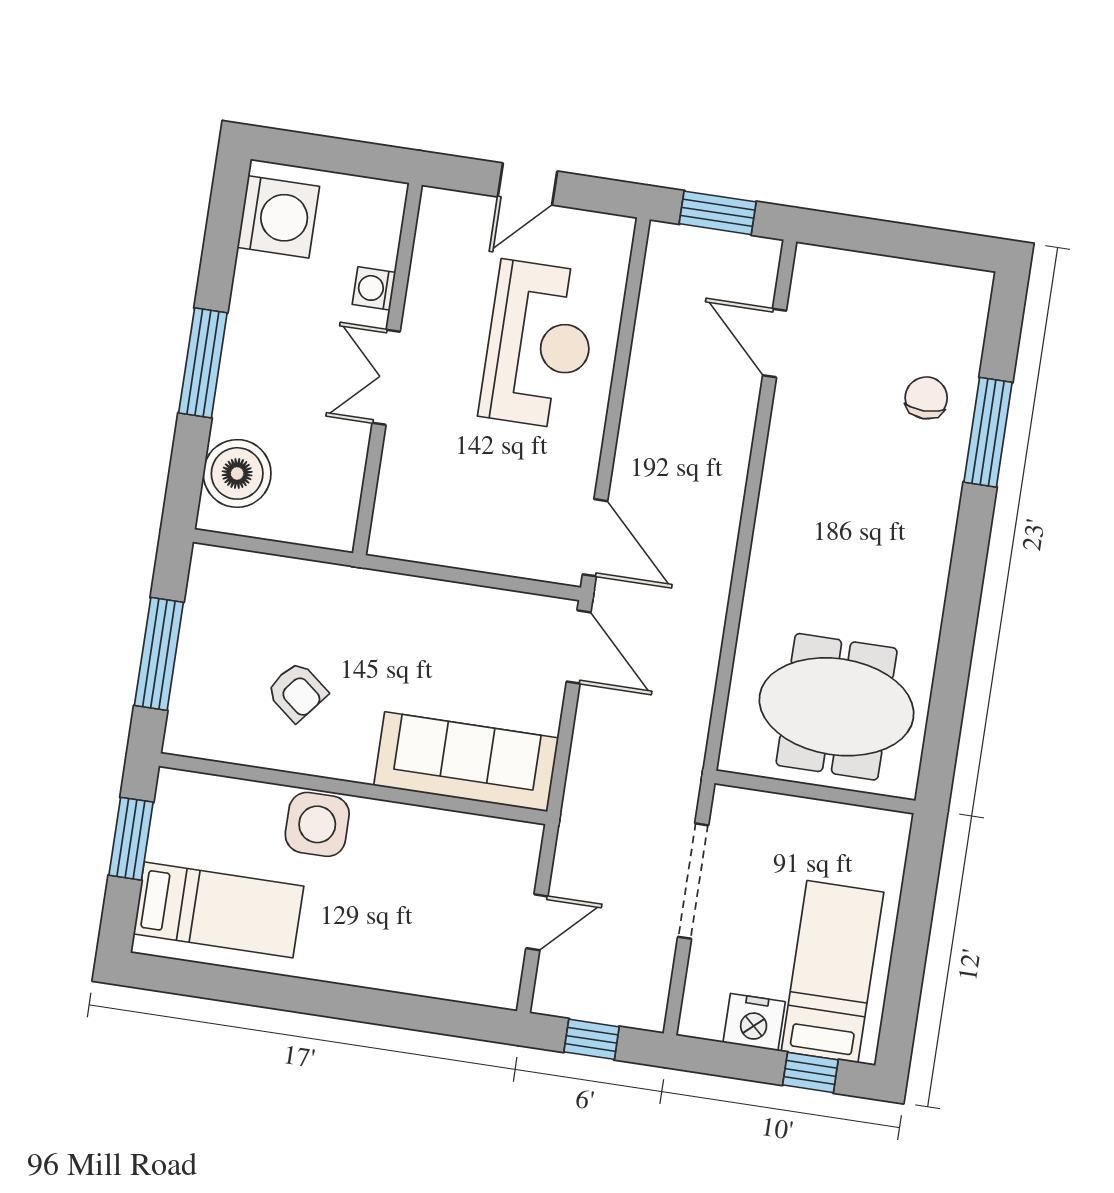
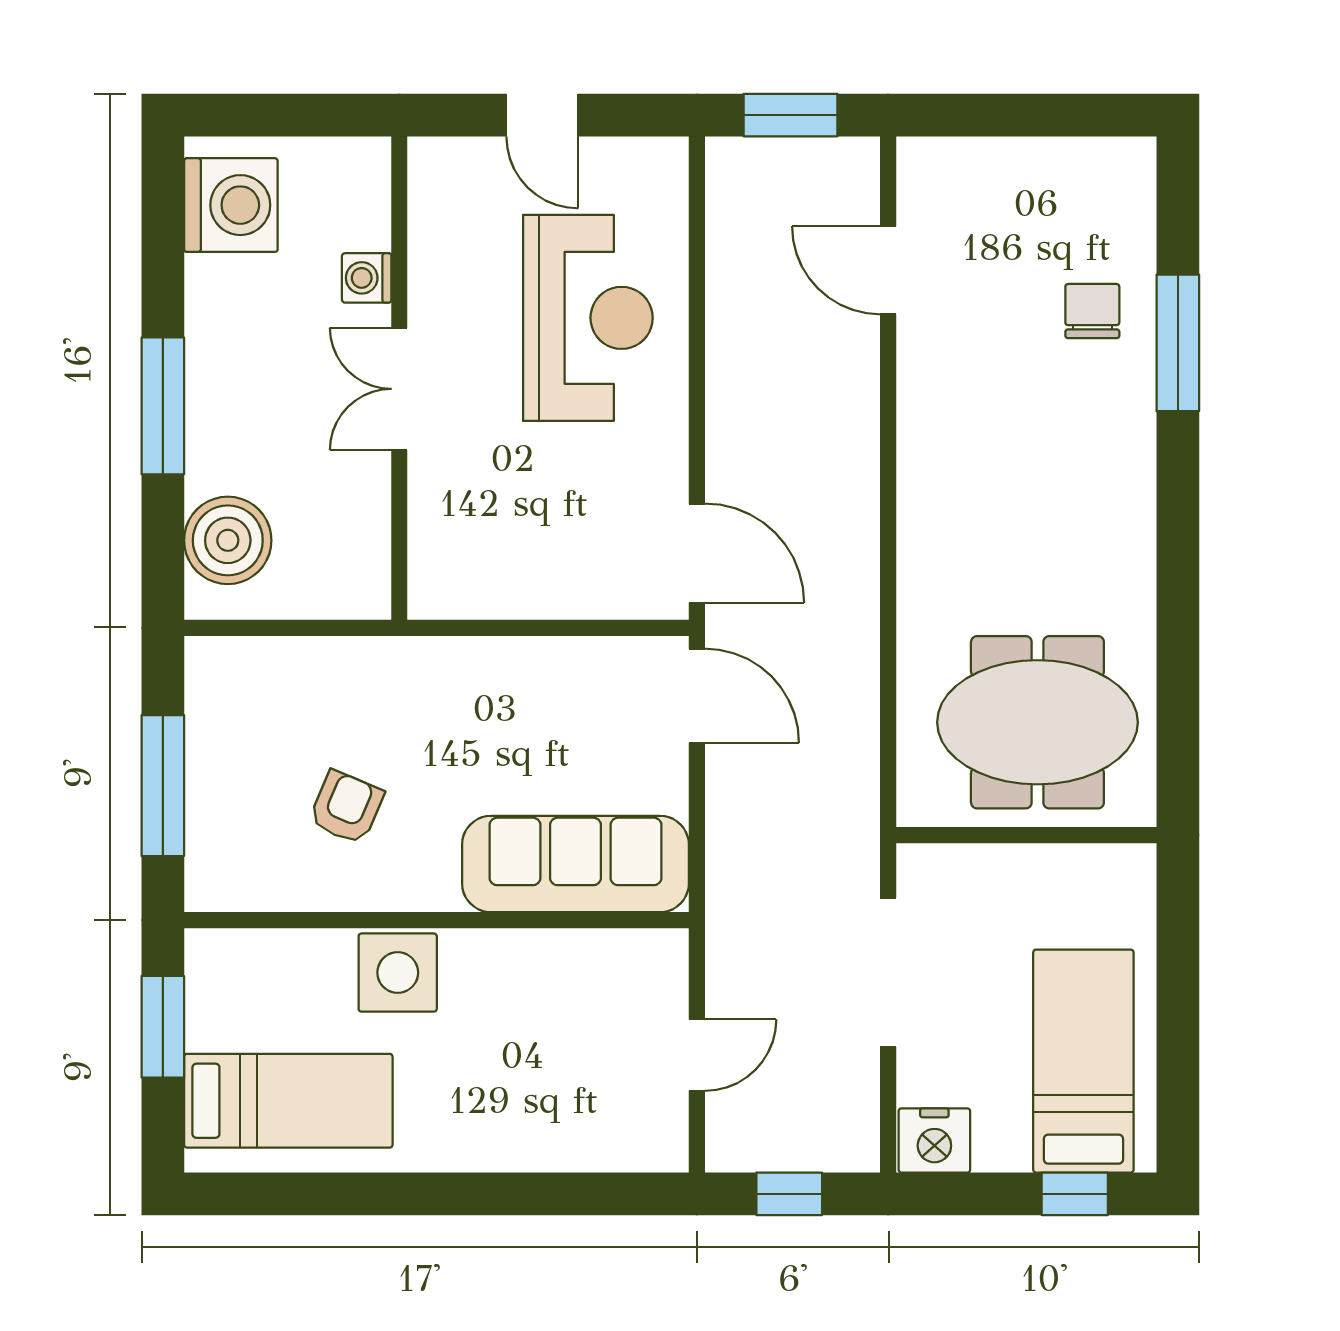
door: (527, 184) -> (542, 115), hinge flipped
armchair: (297, 692) -> (346, 807), turned -106
nightstand: (754, 1022) -> (934, 1140), moved

